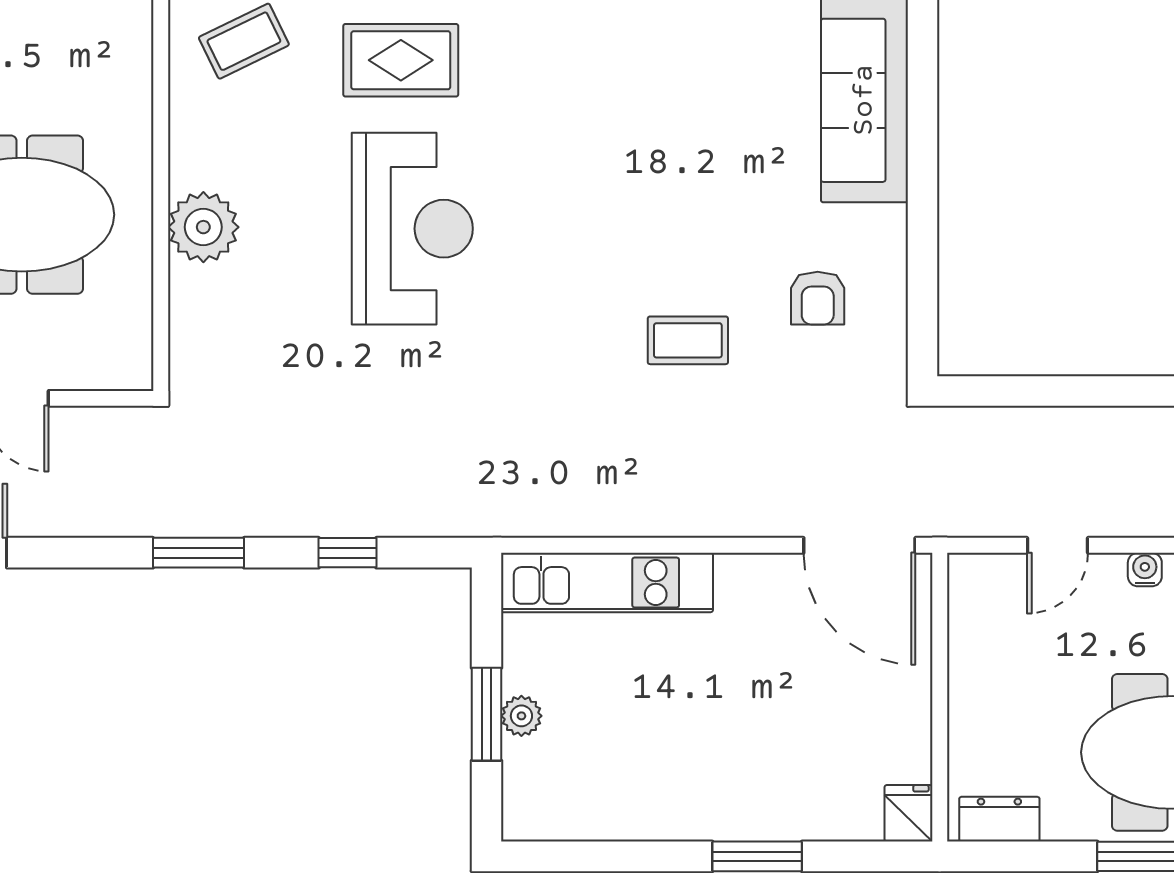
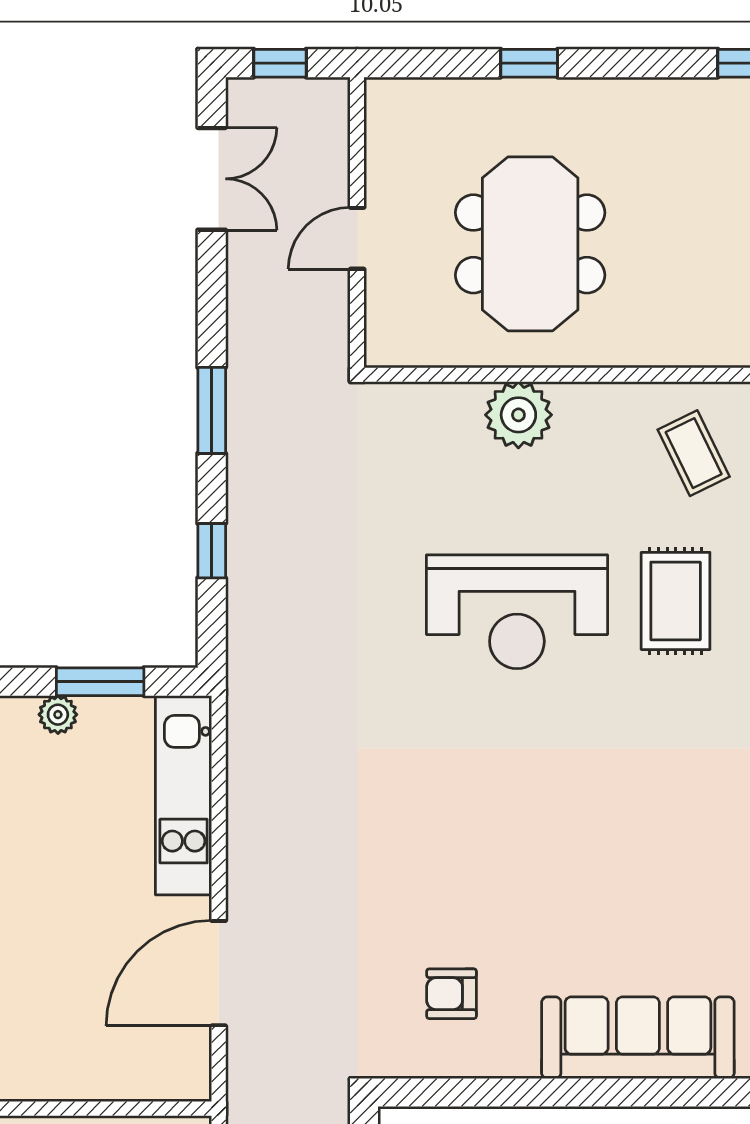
coffee table: (688, 340) -> (412, 871), removed
door: (859, 545) -> (219, 973), moved
window: (487, 714) -> (100, 682), moved

